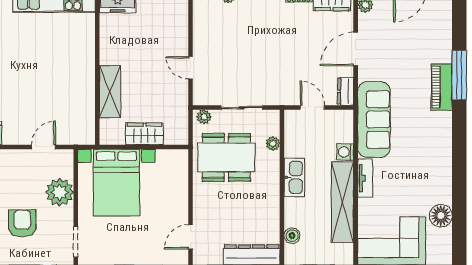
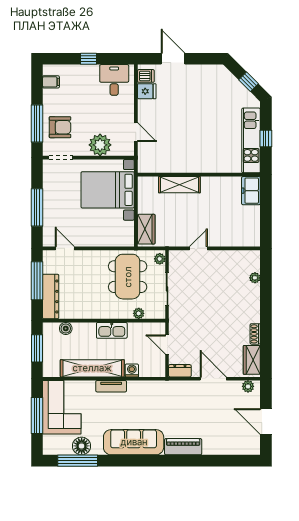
window: (459, 75) -> (78, 461), moved
door: (312, 107) -> (167, 345), swing flipped
sofa: (374, 120) -> (134, 442), moved, turned 180
wardrobe: (145, 134) -> (146, 229), moved
armchair: (22, 223) -> (60, 127), moved

